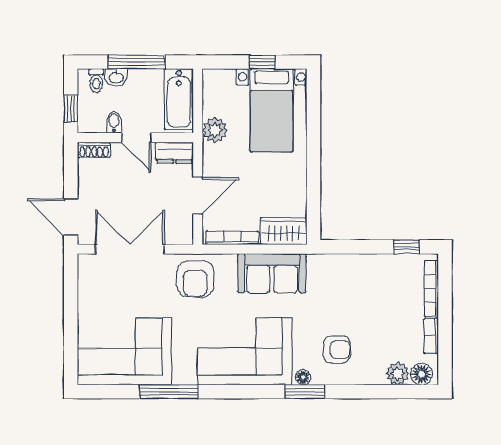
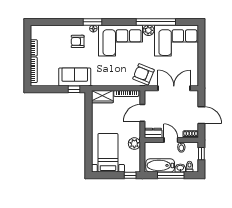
window: (262, 62) -> (130, 175), moved
bathtub: (179, 99) -> (160, 165), moved, turned -90
door: (71, 217) -> (201, 115), moved
window: (407, 247) -> (74, 89), moved
double door: (130, 249) -> (174, 88), swing flipped
sofa: (272, 273) -> (75, 77), moved
armchair: (195, 279) -> (143, 74), turned -68
plant: (398, 374) -> (149, 30), moved
floor lamp: (422, 374) -> (38, 30), removed
window: (169, 392) -> (156, 22), width x1.46

